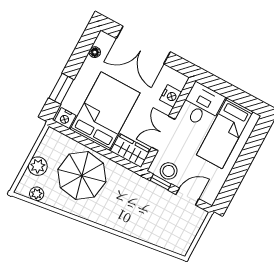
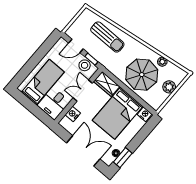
window: (61, 89) -> (123, 158), moved
double door: (163, 133) -> (83, 91), swing flipped
plant: (37, 194) -> (162, 62), moved
sun lounger: (144, 220) -> (107, 37), added

